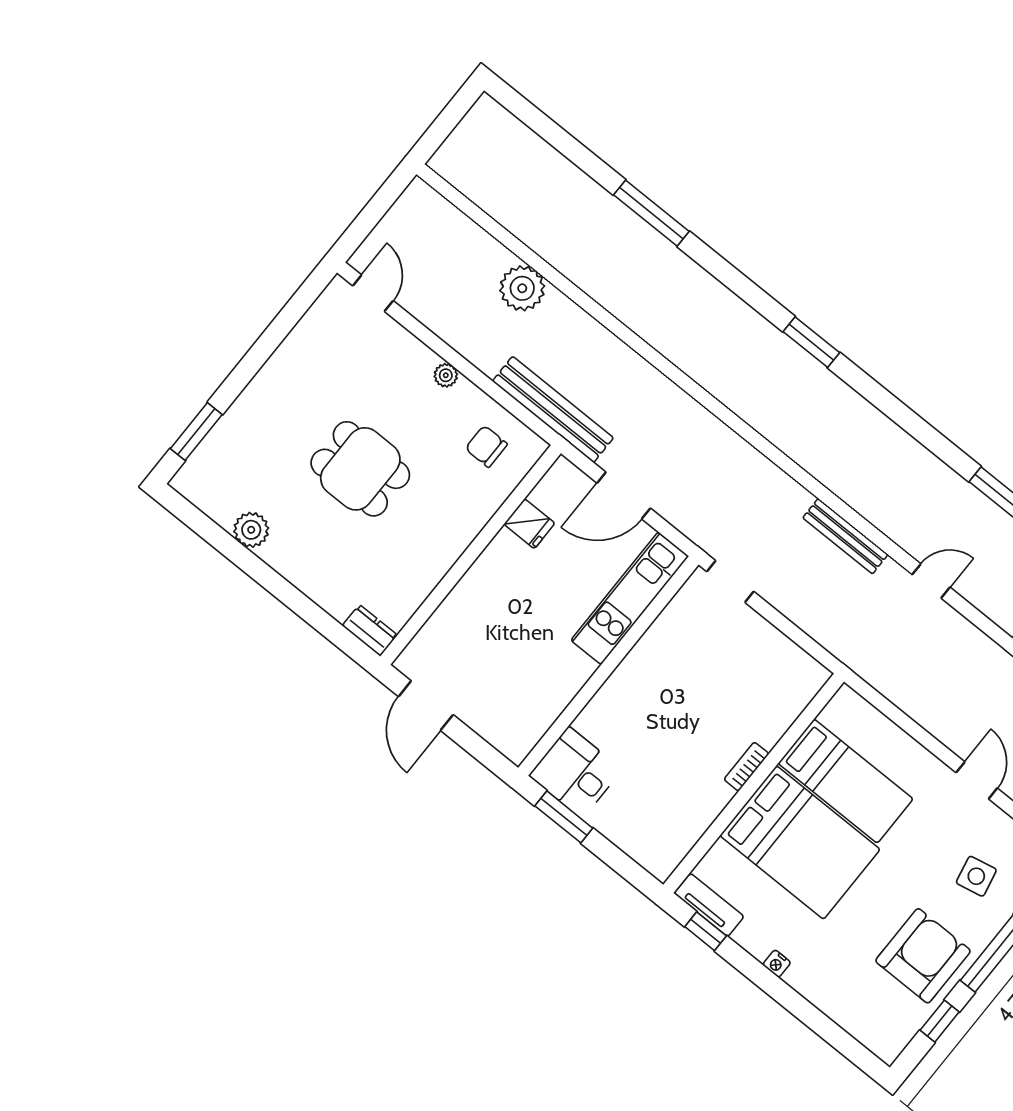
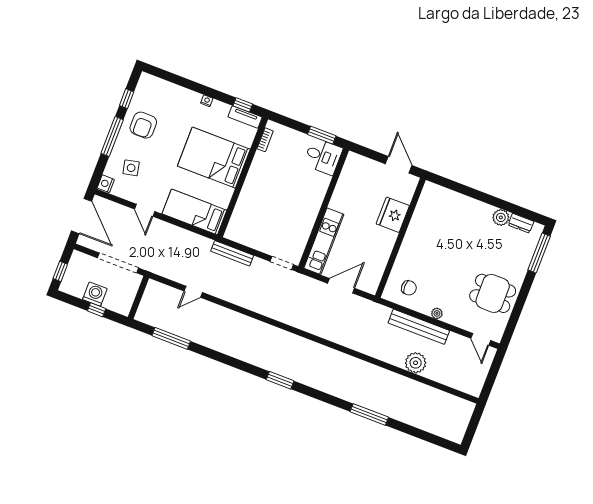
bench: (553, 409) -> (419, 327), moved
window: (196, 432) -> (539, 253), width x1.44
dining table: (360, 469) -> (493, 293), moved
fridge: (529, 524) -> (393, 215), moved, width x1.88, depth x1.34
bench: (845, 536) -> (232, 253), moved
dresser: (370, 630) -> (521, 223), moved
bookcase: (746, 767) -> (265, 140), moved
bed: (846, 781) -> (194, 212), moved
armchair: (923, 956) -> (143, 125), width x0.73, depth x0.73

